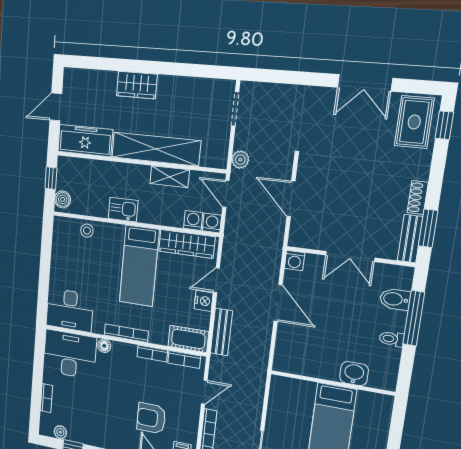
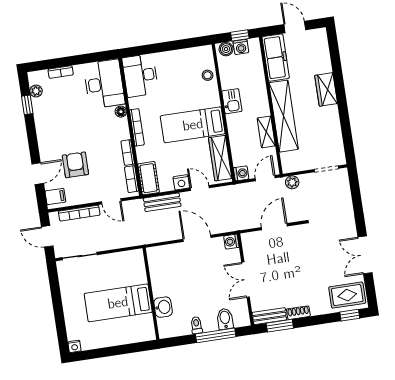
washing machine: (193, 220) -> (241, 47), moved, turned 90
door: (278, 303) -> (197, 238), swing flipped

